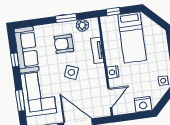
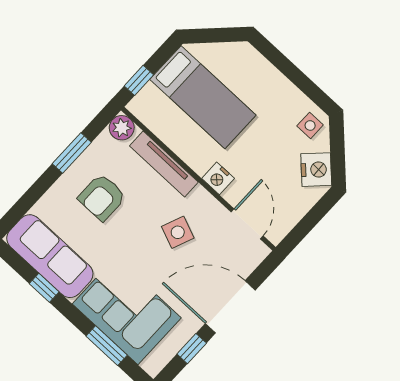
plant: (82, 25) -> (122, 128), moved
tv unit: (97, 50) -> (164, 164), width x1.41
side table: (71, 72) -> (178, 232), moved
nightstand: (143, 104) -> (316, 170), moved, turned -45

